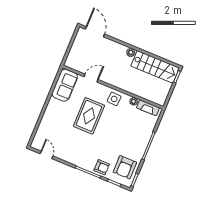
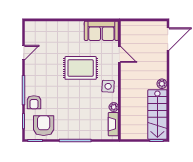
door: (46, 155) -> (24, 53), moved
armchair: (125, 167) -> (44, 126), turned 90

